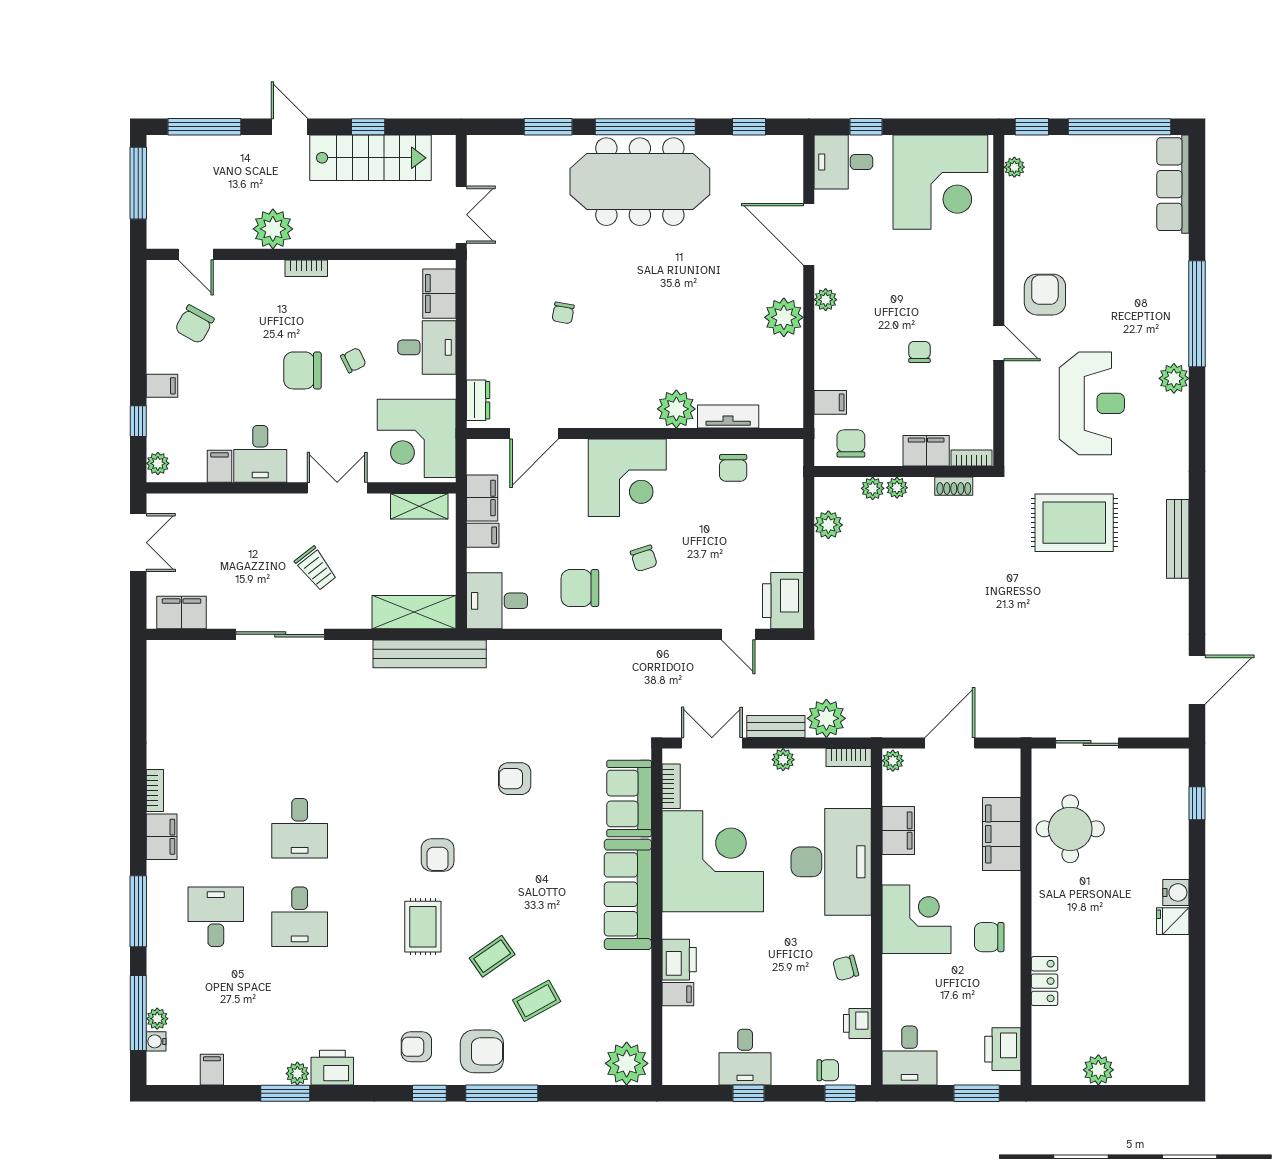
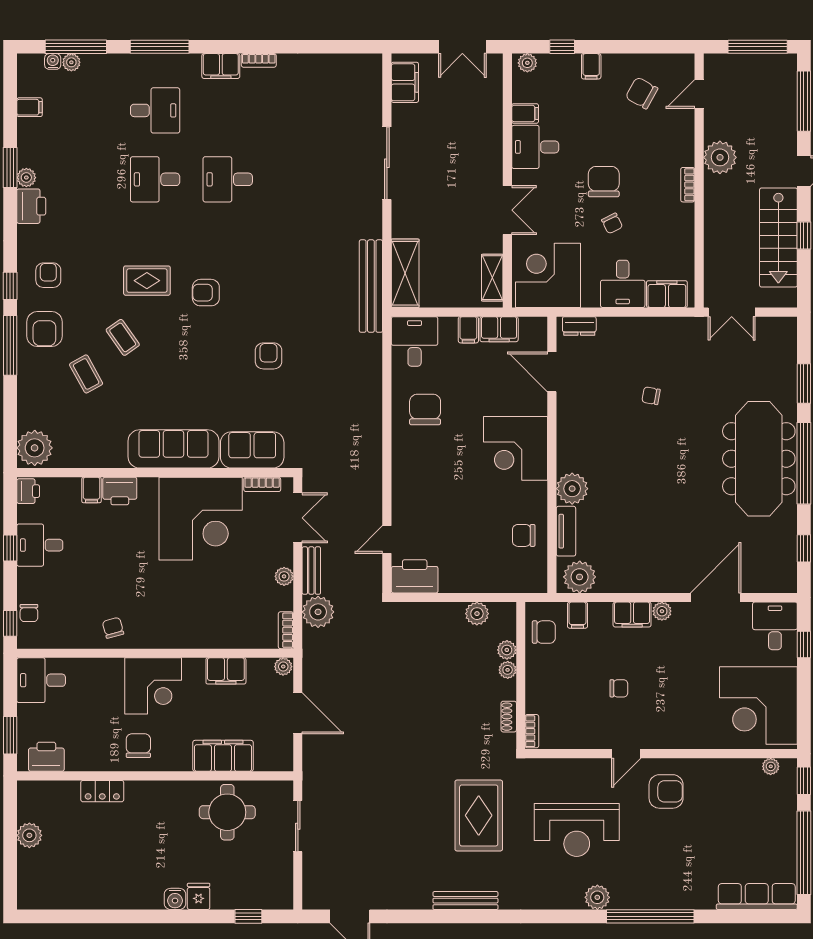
plant: (784, 317) -> (580, 577), moved
filing cabinet: (926, 451) -> (632, 615), moved, turned 90
chair: (644, 558) -> (449, 462), removed
trolley: (316, 569) -> (441, 193), removed
desk: (831, 862) -> (200, 616), removed
fridge: (1173, 921) -> (199, 896), moved
printer: (857, 1023) -> (28, 491), moved, turned 90

